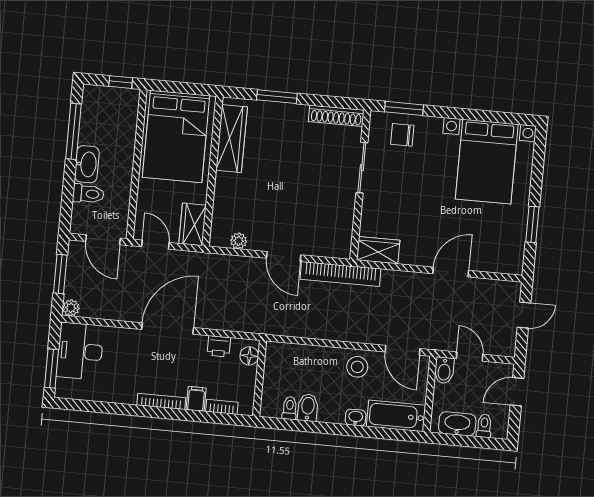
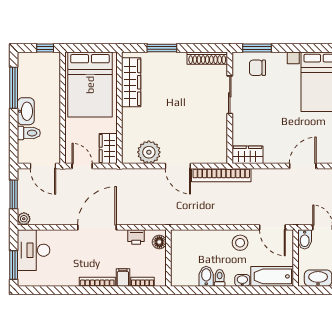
plant: (239, 241) -> (149, 152), width x1.87, depth x1.87
toilet: (290, 408) -> (220, 278), moved

